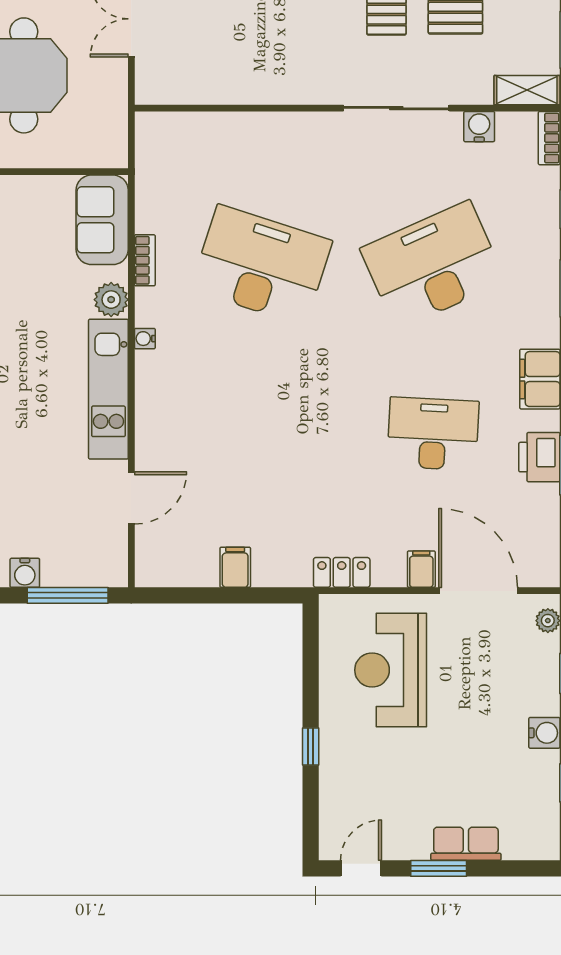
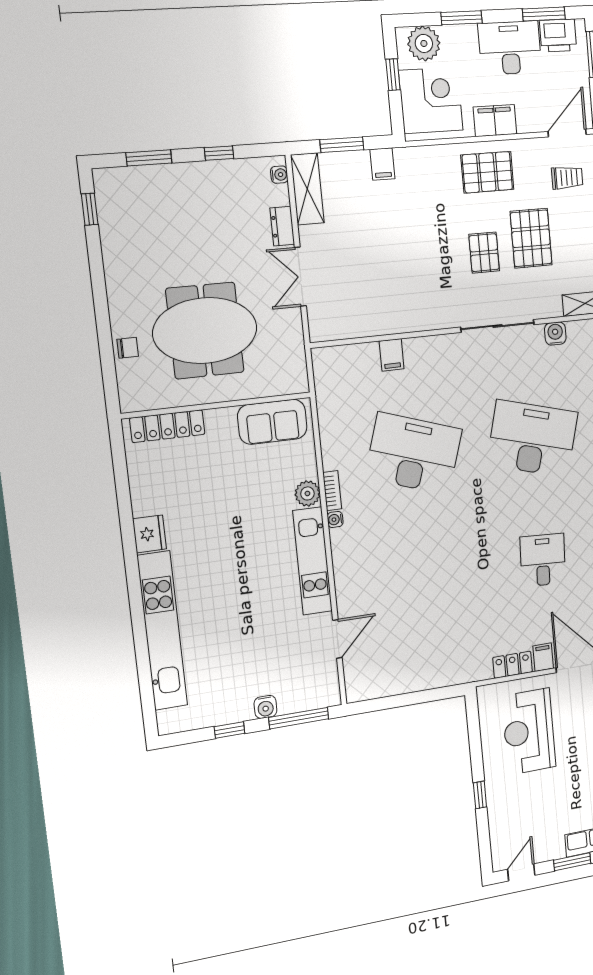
sofa: (102, 220) -> (272, 422), moved, turned -90
bookcase: (145, 260) -> (332, 491), moved
desk: (433, 265) -> (532, 438), turned 39
desk: (433, 434) -> (543, 560), width x0.73
filing cabinet: (235, 567) -> (392, 355), moved, turned 180
locker: (342, 572) -> (513, 665), moved

